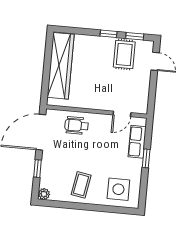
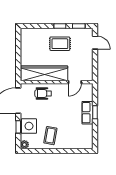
rug: (124, 55) -> (60, 44), moved, turned 90
wardrobe: (61, 66) -> (44, 73), moved, turned -90
row of seats: (137, 142) -> (87, 113), moved
side table: (118, 189) -> (29, 126), moved

